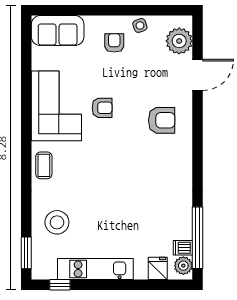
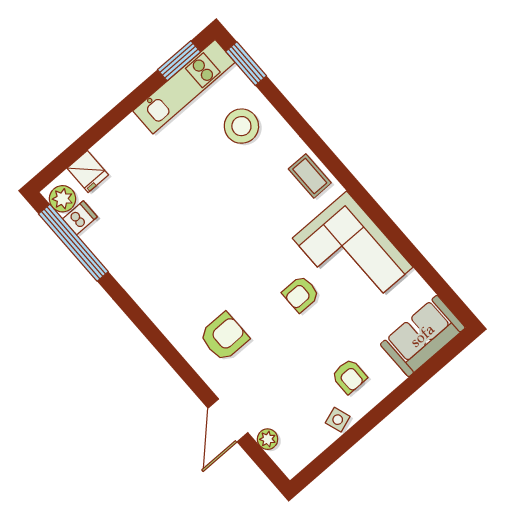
plant: (179, 41) -> (268, 439), width x0.53, depth x0.53
armchair: (162, 120) -> (224, 337), turned 180
kitchen unit: (95, 269) -> (184, 87), moved
window: (60, 285) -> (179, 61), width x1.50

